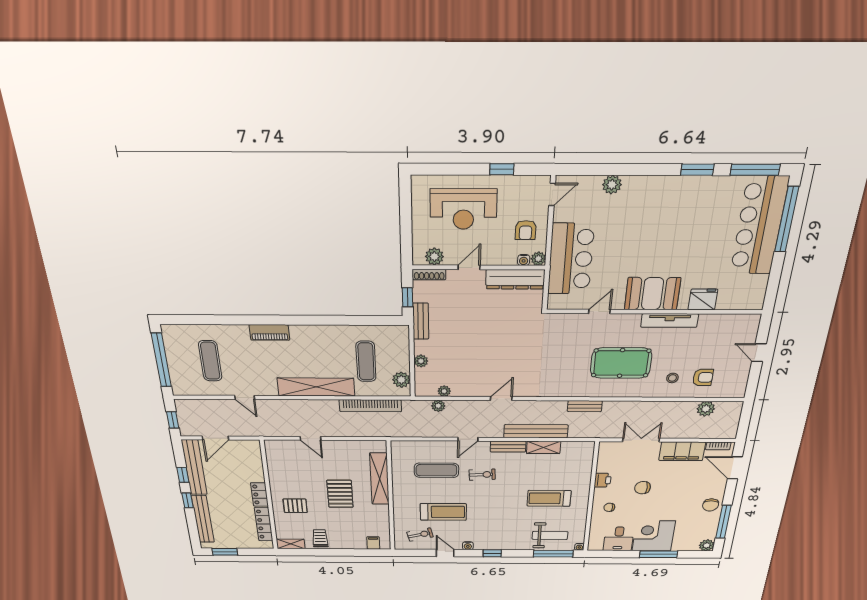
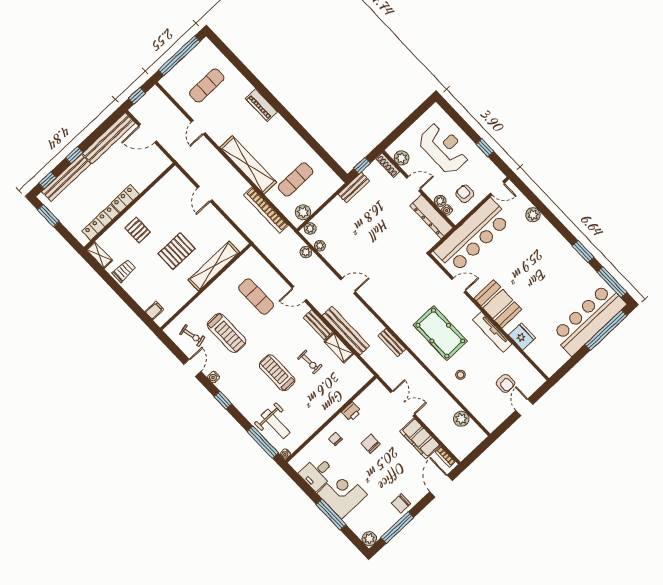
reception desk: (463, 209) -> (444, 148), turned 180
armchair: (526, 230) -> (465, 194), turned 90
plant: (538, 259) -> (440, 201), moved
bar counter: (571, 259) -> (473, 236), width x1.36
plant: (421, 361) -> (310, 228), moved
armchair: (703, 377) -> (505, 383), moved
window: (183, 475) -> (48, 180), moved
exercise bike: (482, 475) -> (310, 362), moved
treadmill: (549, 498) -> (277, 373), moved

